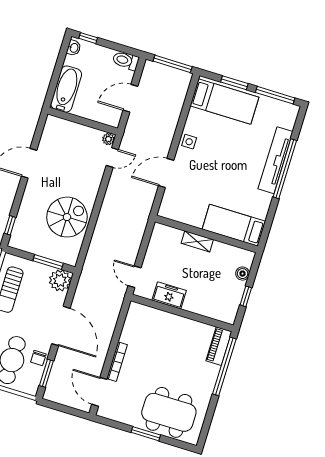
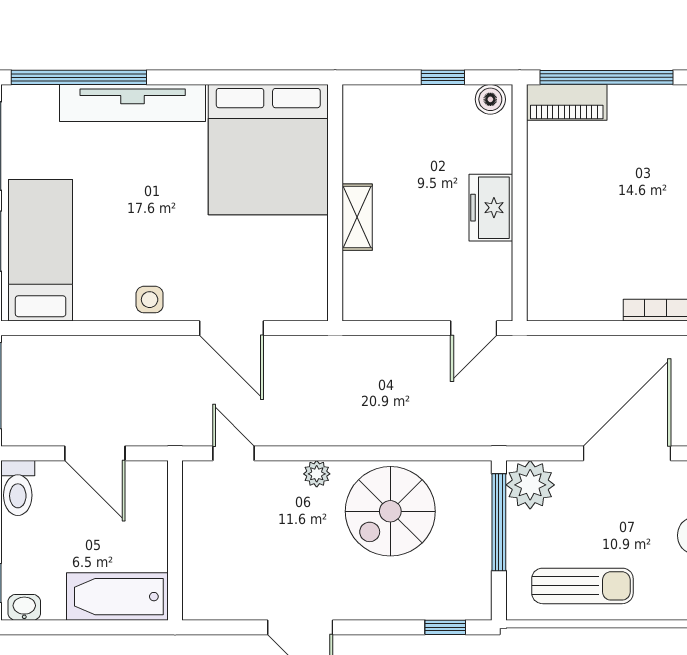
plant: (108, 139) -> (317, 474), moved
window: (285, 169) -> (79, 77), moved
spiral stairs: (67, 217) -> (390, 511), turned -90
bed: (234, 225) -> (268, 150), width x2.04
window: (48, 262) -> (499, 522), width x1.44
boiler: (243, 274) -> (490, 99), moved
freezer: (169, 295) -> (491, 208), moved

